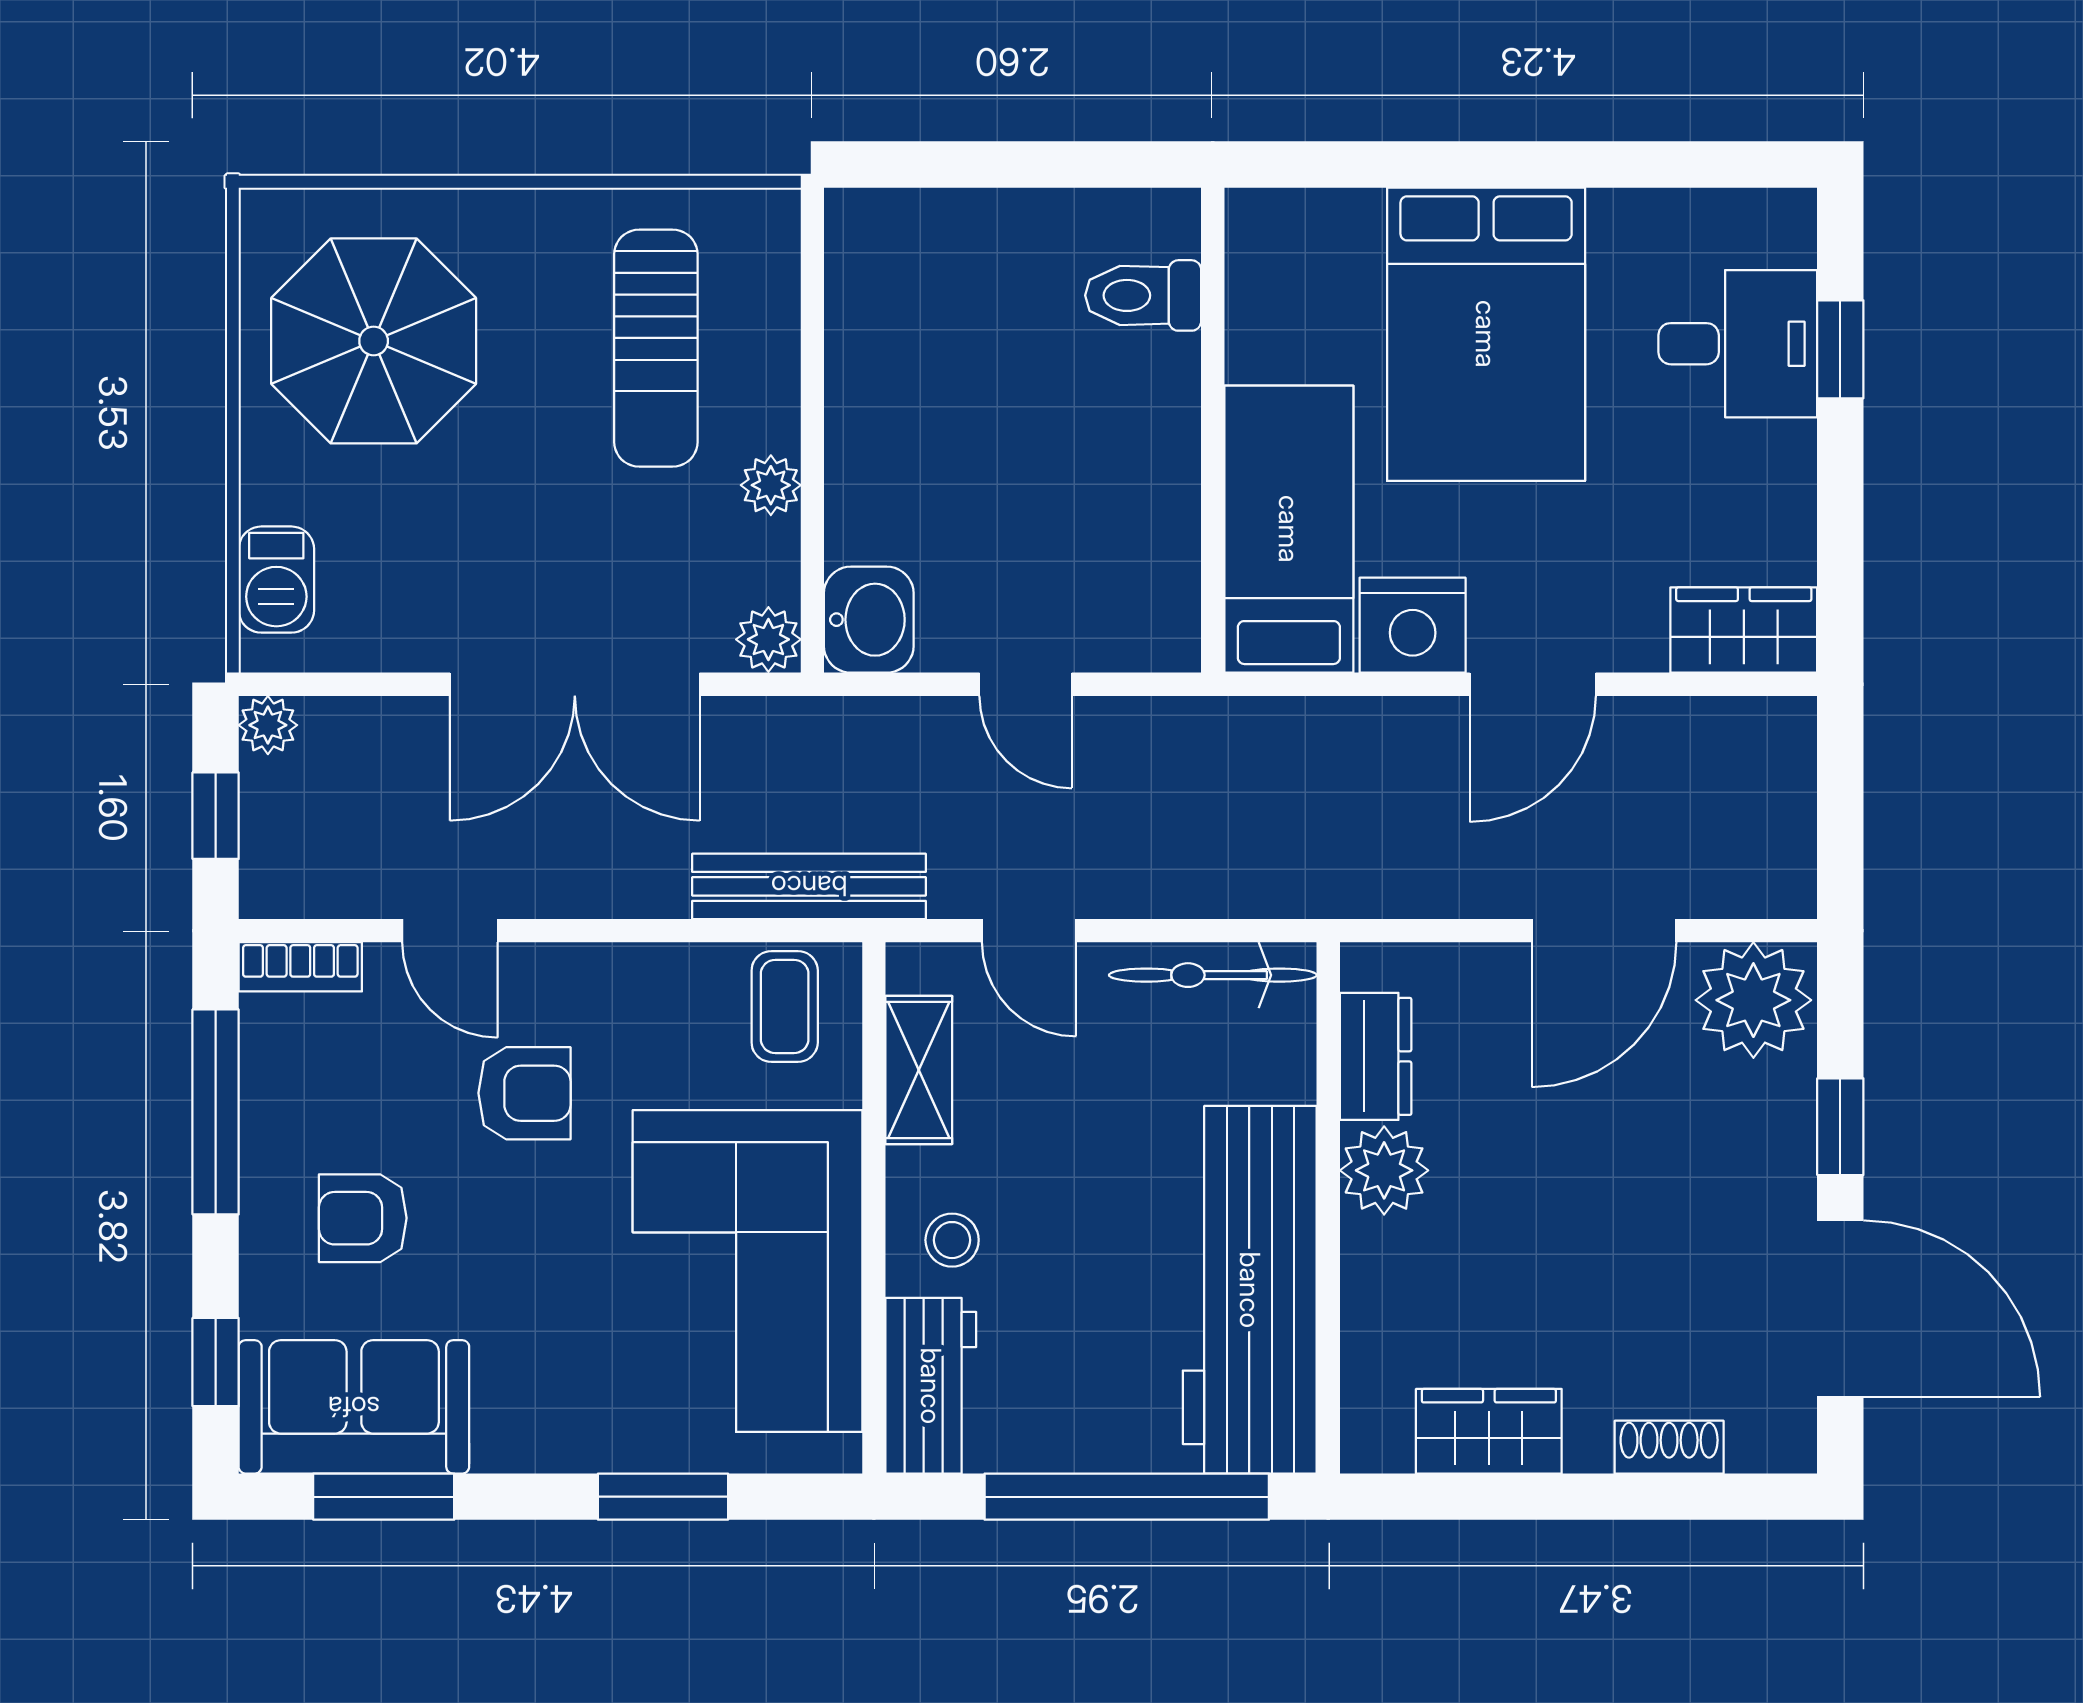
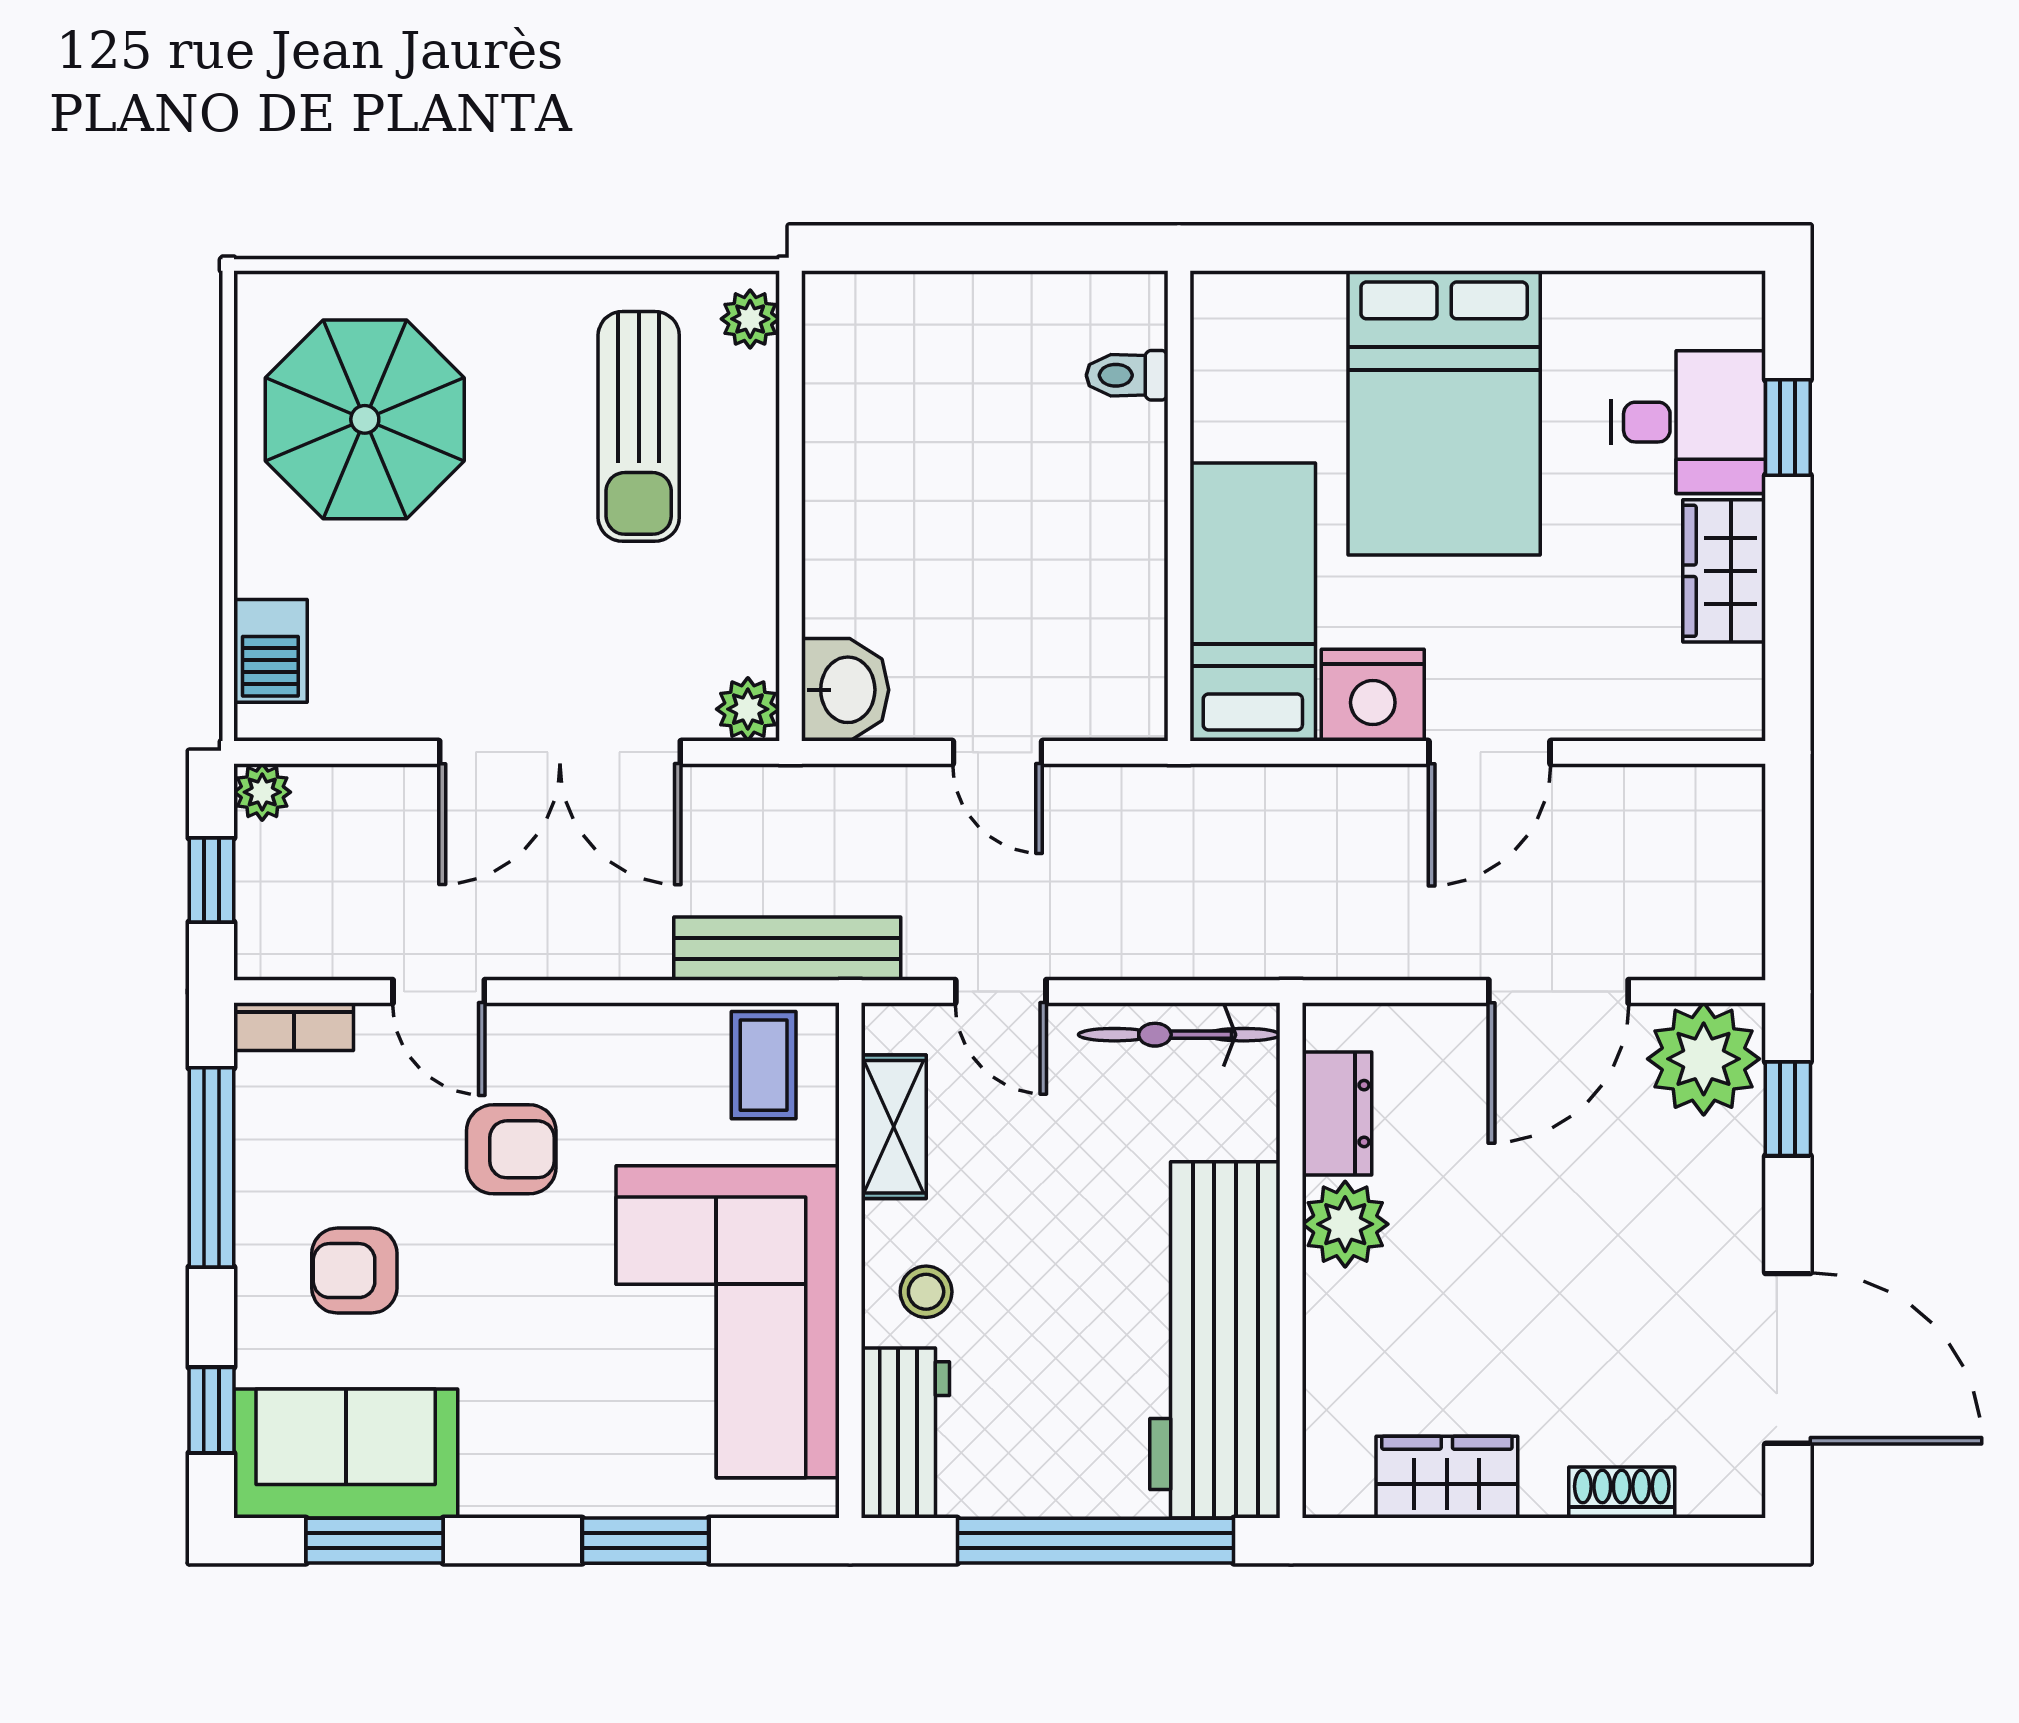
toilet: (1143, 295) -> (1127, 375), width x0.73, depth x0.72
plant: (771, 485) -> (750, 319), moved
wardrobe: (1744, 630) -> (1724, 571), moved, turned -90
window: (1840, 1127) -> (1788, 1109), moved

